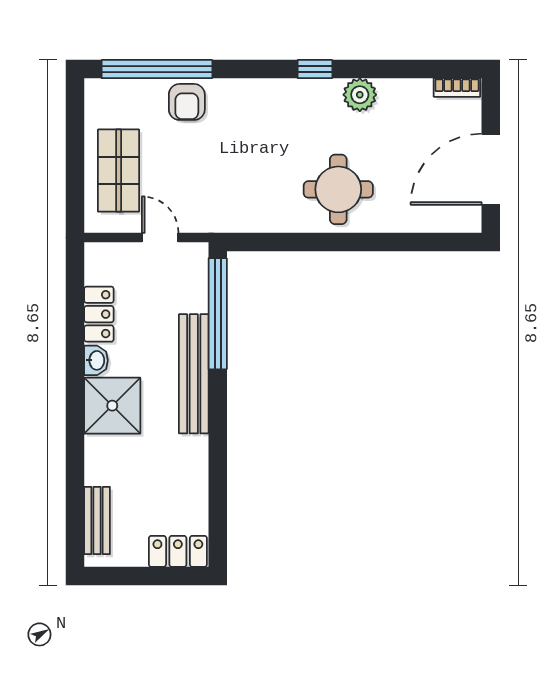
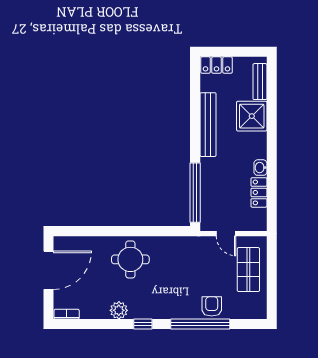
window: (157, 69) -> (200, 324), moved
bench: (194, 374) -> (208, 125), moved
shower: (112, 406) -> (252, 116), moved

